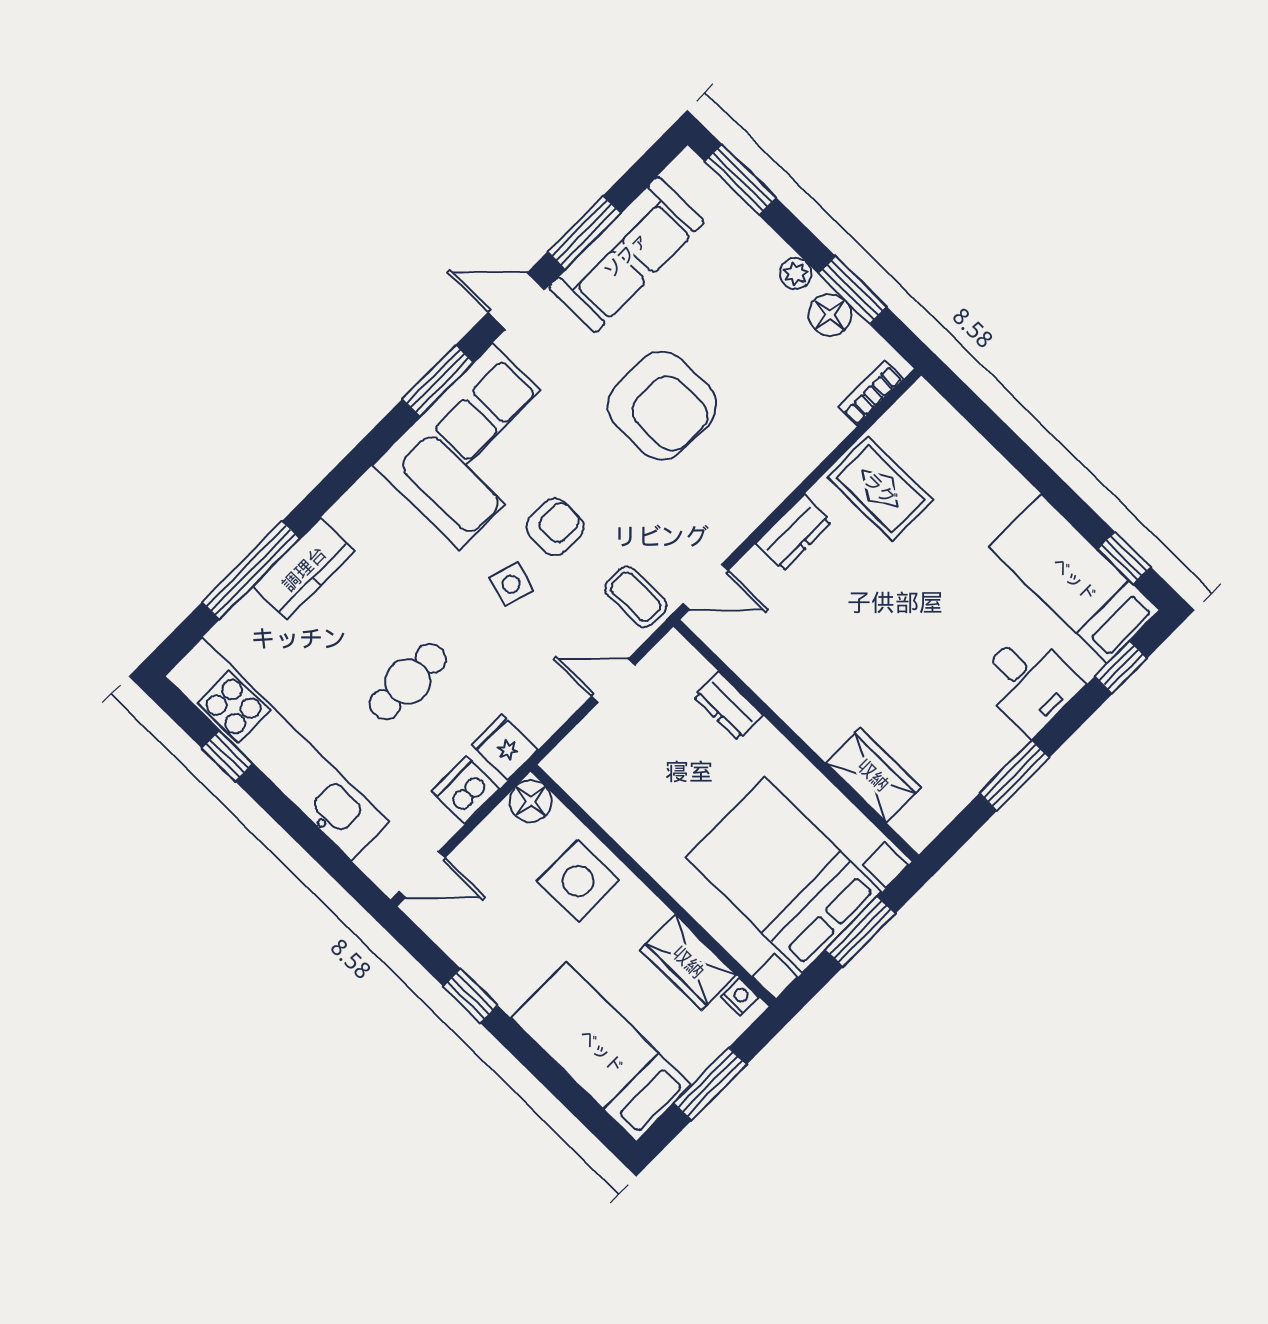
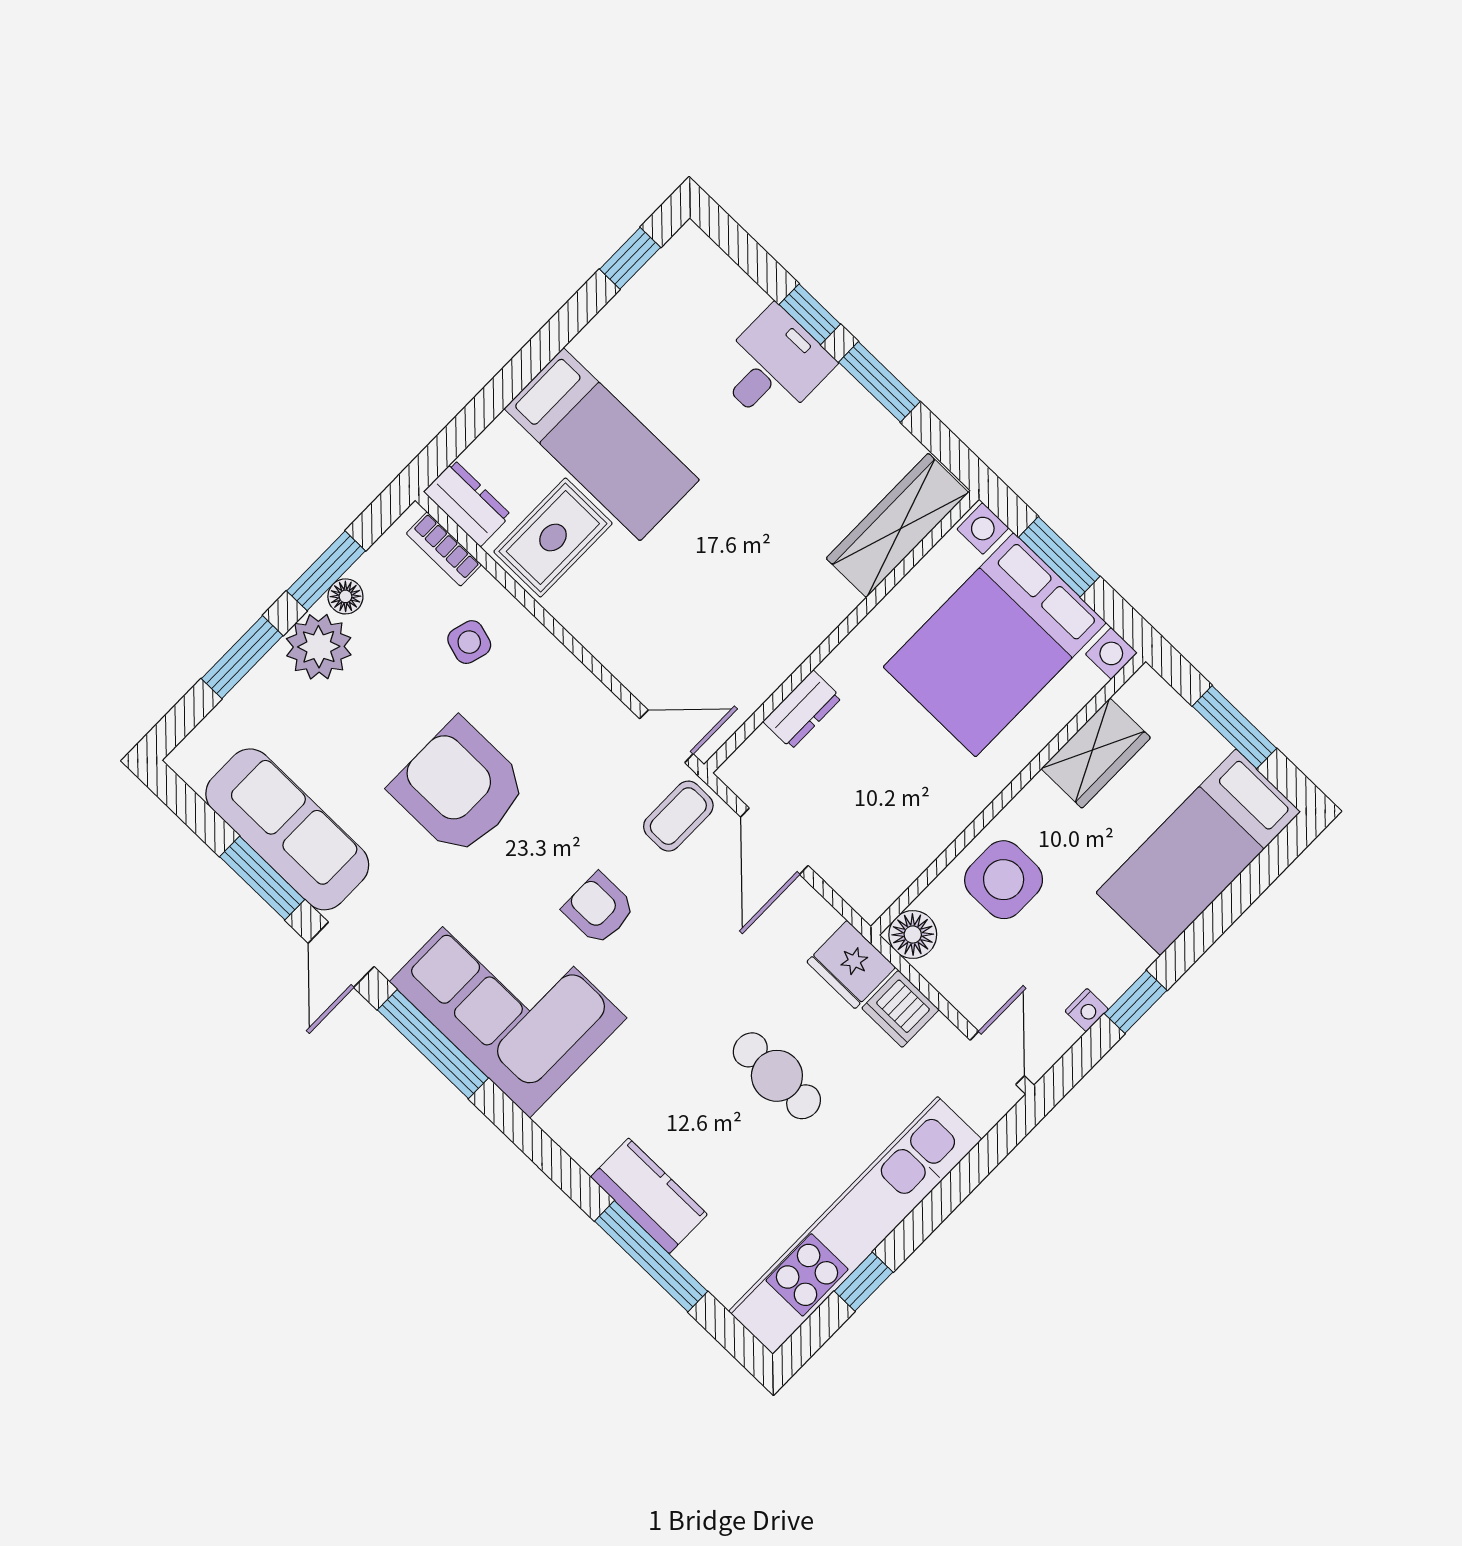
window: (741, 180) -> (242, 657), moved
plant: (796, 274) -> (319, 647), width x1.87, depth x1.87
floor lamp: (830, 315) -> (345, 596), width x0.73, depth x0.73
window: (438, 381) -> (433, 1044), width x1.44
armchair: (662, 406) -> (459, 788), turned -90
dresser: (794, 533) -> (467, 503), moved
bed: (1074, 579) -> (602, 444), moved, turned -90
side table: (511, 584) -> (469, 642), moved
door: (706, 587) -> (666, 736), hinge flipped
window: (1121, 667) -> (810, 314), moved
door: (613, 681) -> (774, 841), width x1.38
fridge: (505, 747) -> (851, 965), width x1.38
wardrobe: (873, 775) -> (897, 525), width x1.50
nightstand: (740, 997) -> (1087, 1010), moved, turned 180

